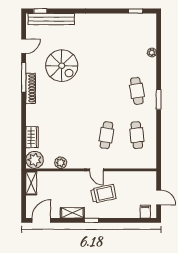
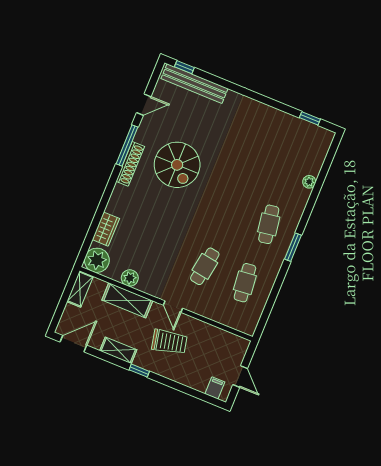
spiral stairs: (62, 66) -> (177, 165), moved
shelving: (65, 178) -> (127, 300), added

